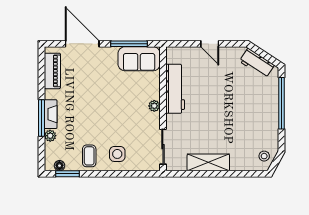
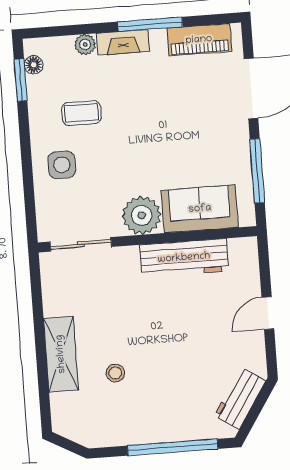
sofa: (139, 59) -> (200, 209), moved, turned 90
plant: (154, 106) -> (142, 215), width x1.88, depth x1.88
window: (42, 118) -> (150, 24), moved
coffee table: (89, 156) -> (81, 113), moved
stool: (264, 156) -> (115, 373), moved
shelving: (208, 162) -> (61, 354), moved

